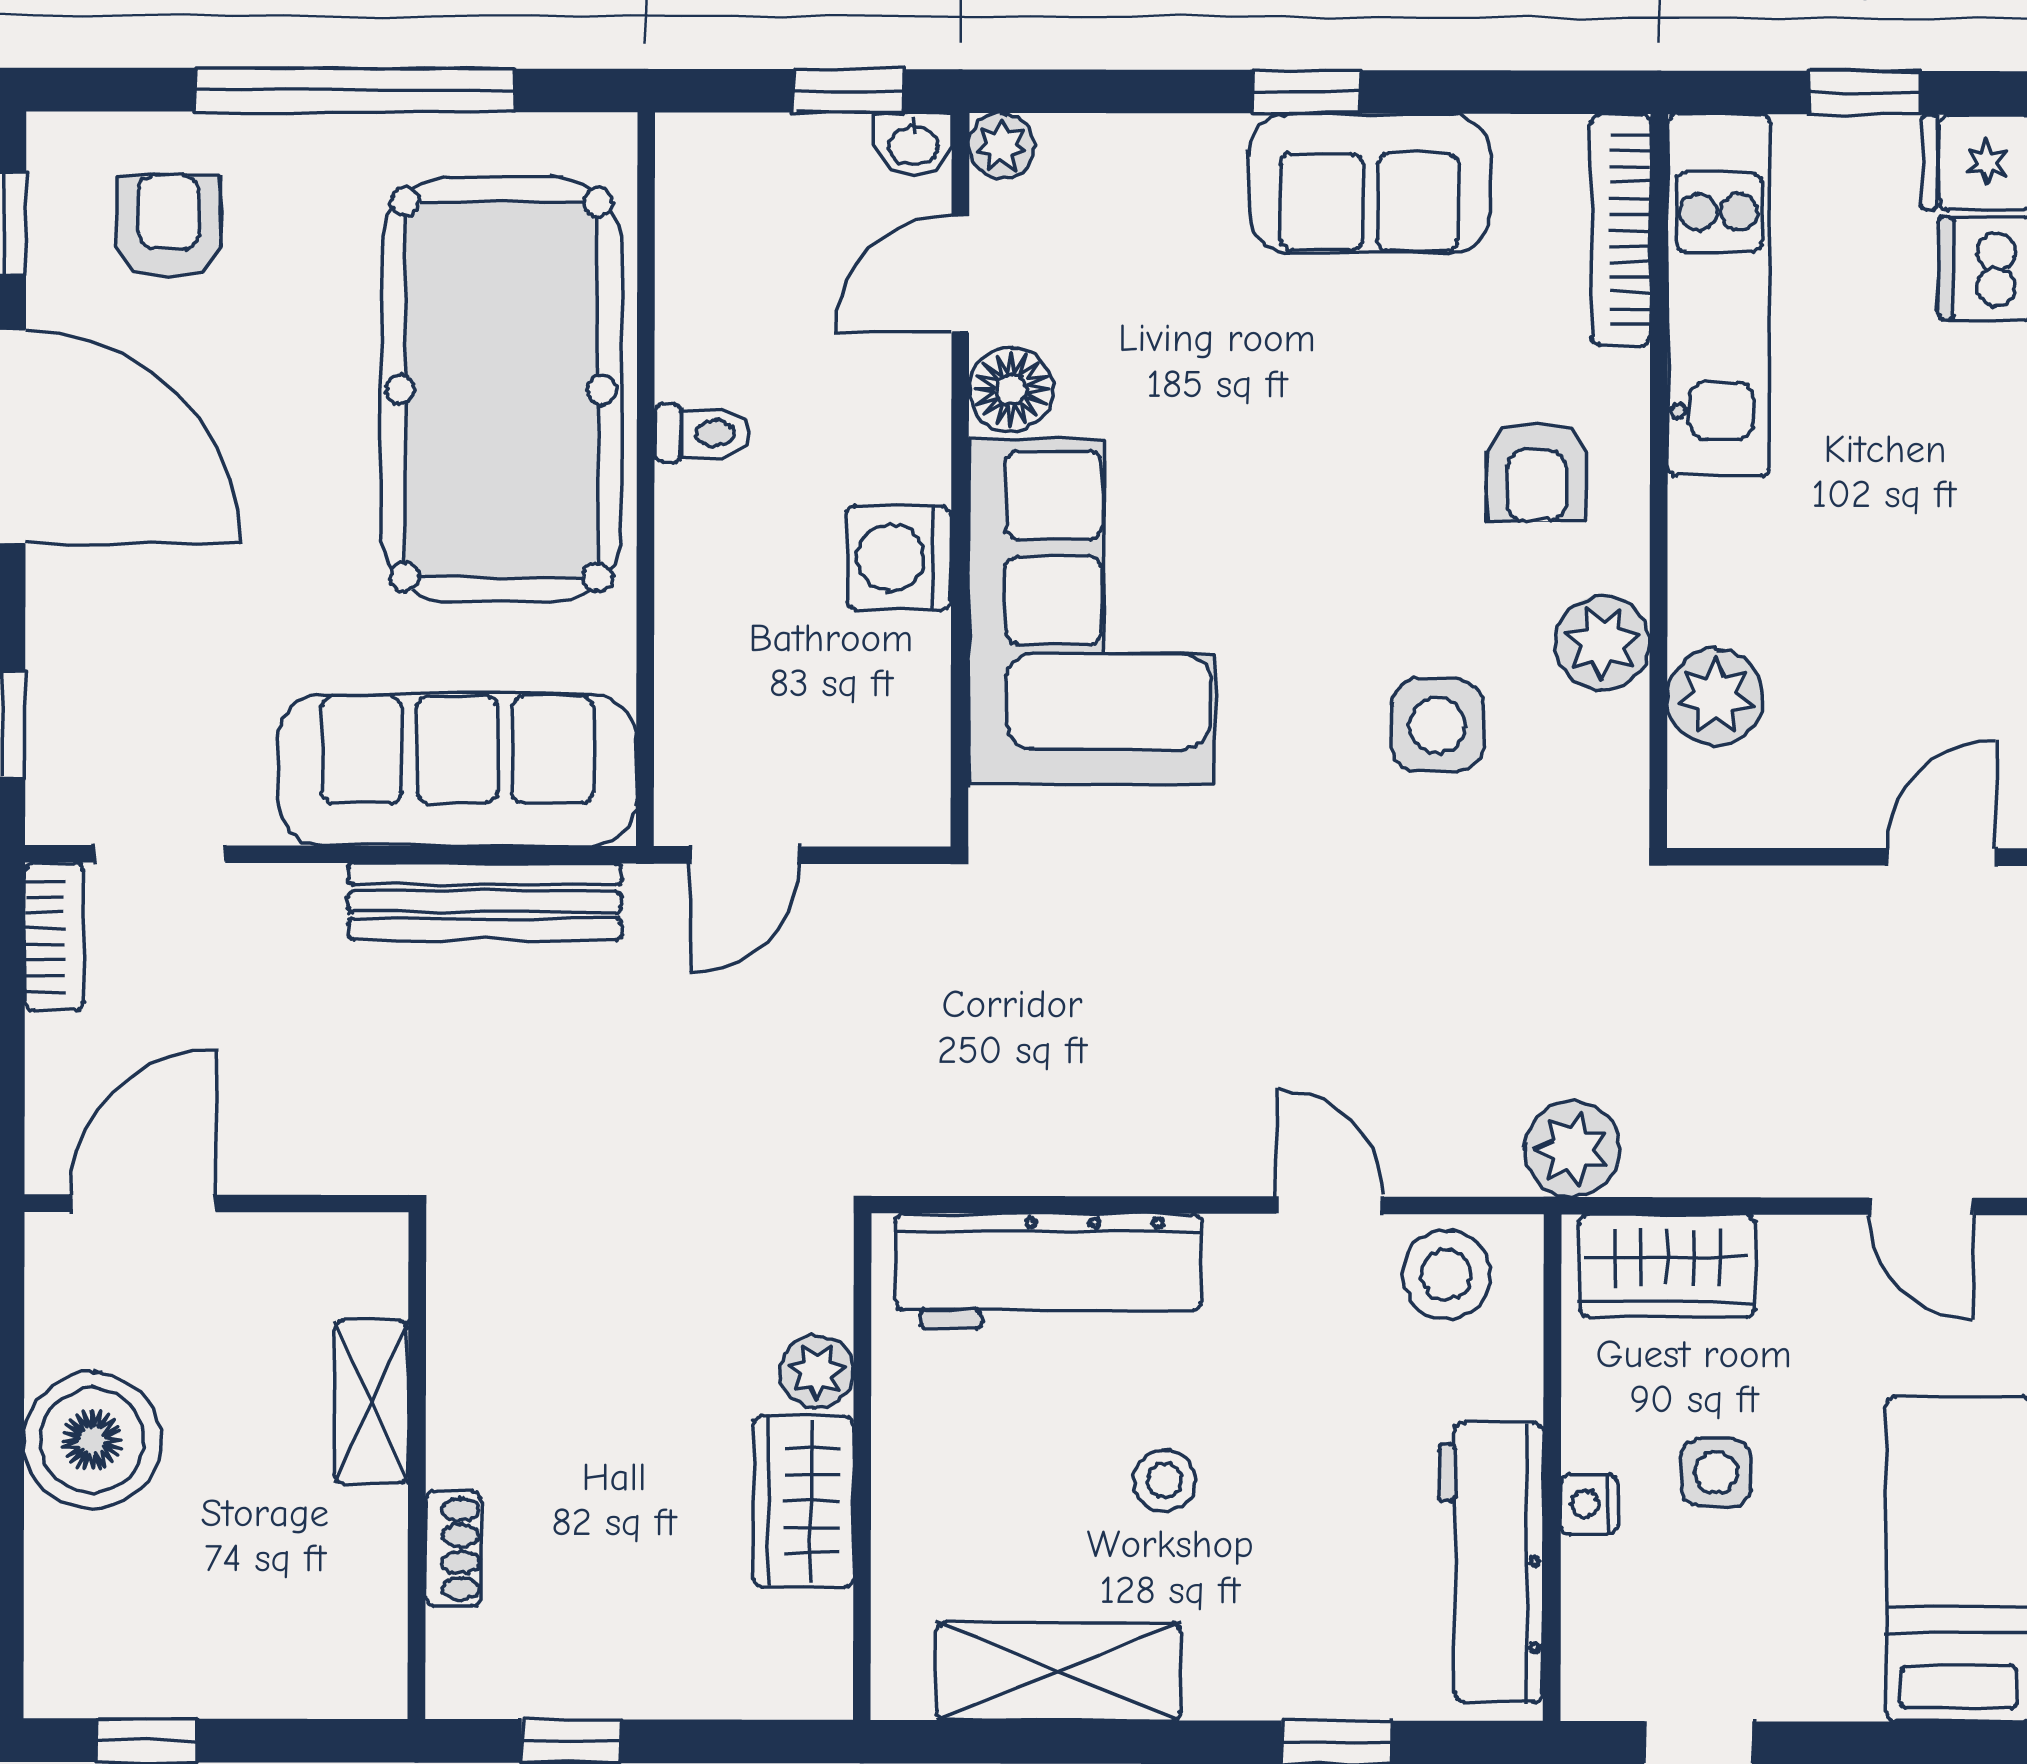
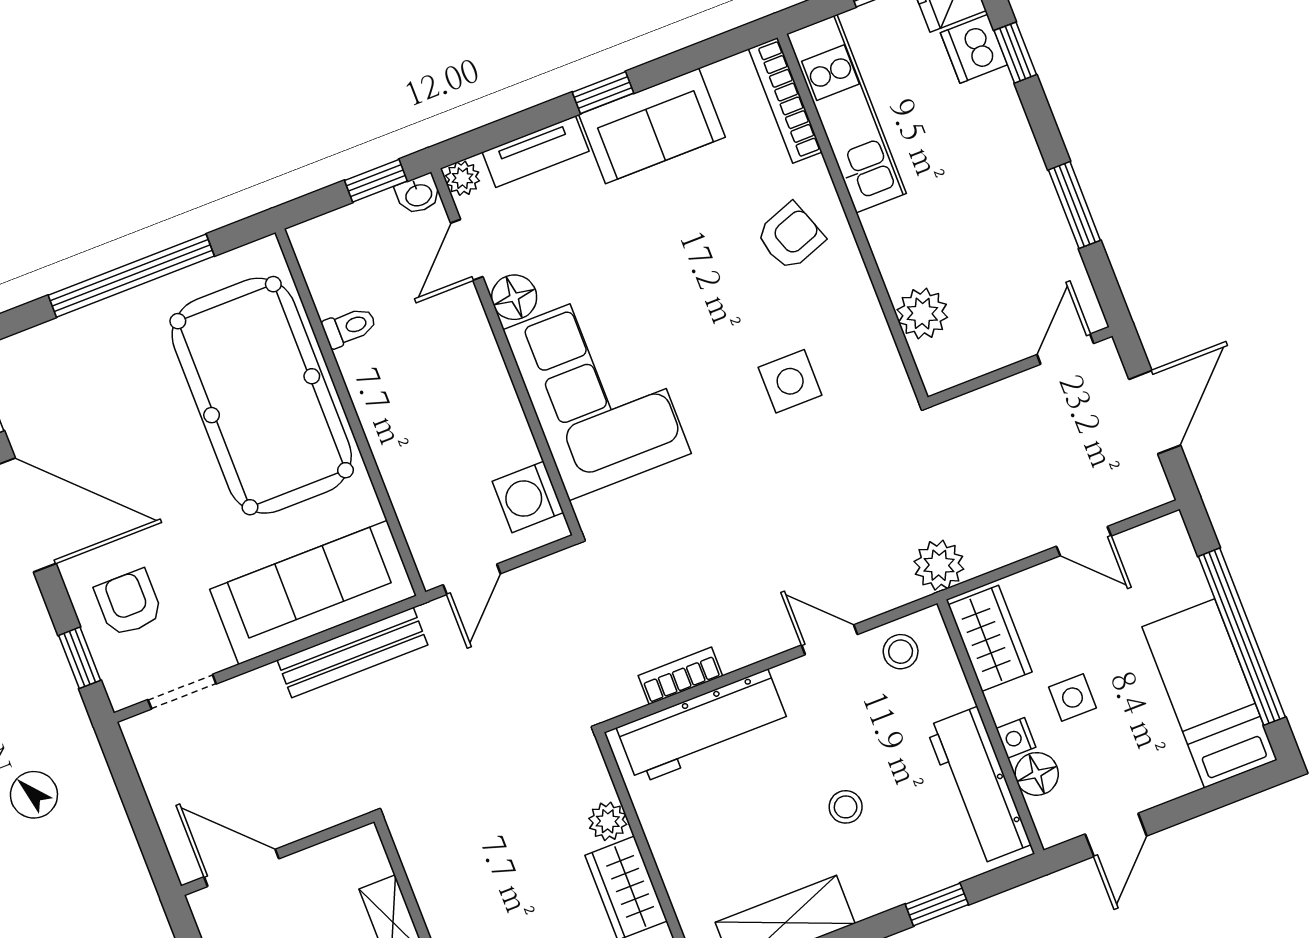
tv unit: (1148, 149) -> (536, 152), added
armchair: (169, 226) -> (129, 603), moved
toilet: (702, 433) -> (349, 327), moved
armchair: (1537, 472) -> (790, 236), turned -110
washing machine: (899, 558) -> (528, 497), moved
plant: (1602, 643) -> (856, 309), removed
bookcase: (54, 936) -> (680, 676), moved, turned -90
door: (143, 1203) -> (241, 868), hinge flipped
door: (1921, 1206) -> (1084, 541), moved
wardrobe: (1667, 1266) -> (990, 638), moved, turned -90
stool: (1446, 1275) -> (901, 652), width x0.73, depth x0.73
stool: (1164, 1480) -> (846, 807), moved
floor lamp: (1601, 1582) -> (1037, 774), added

